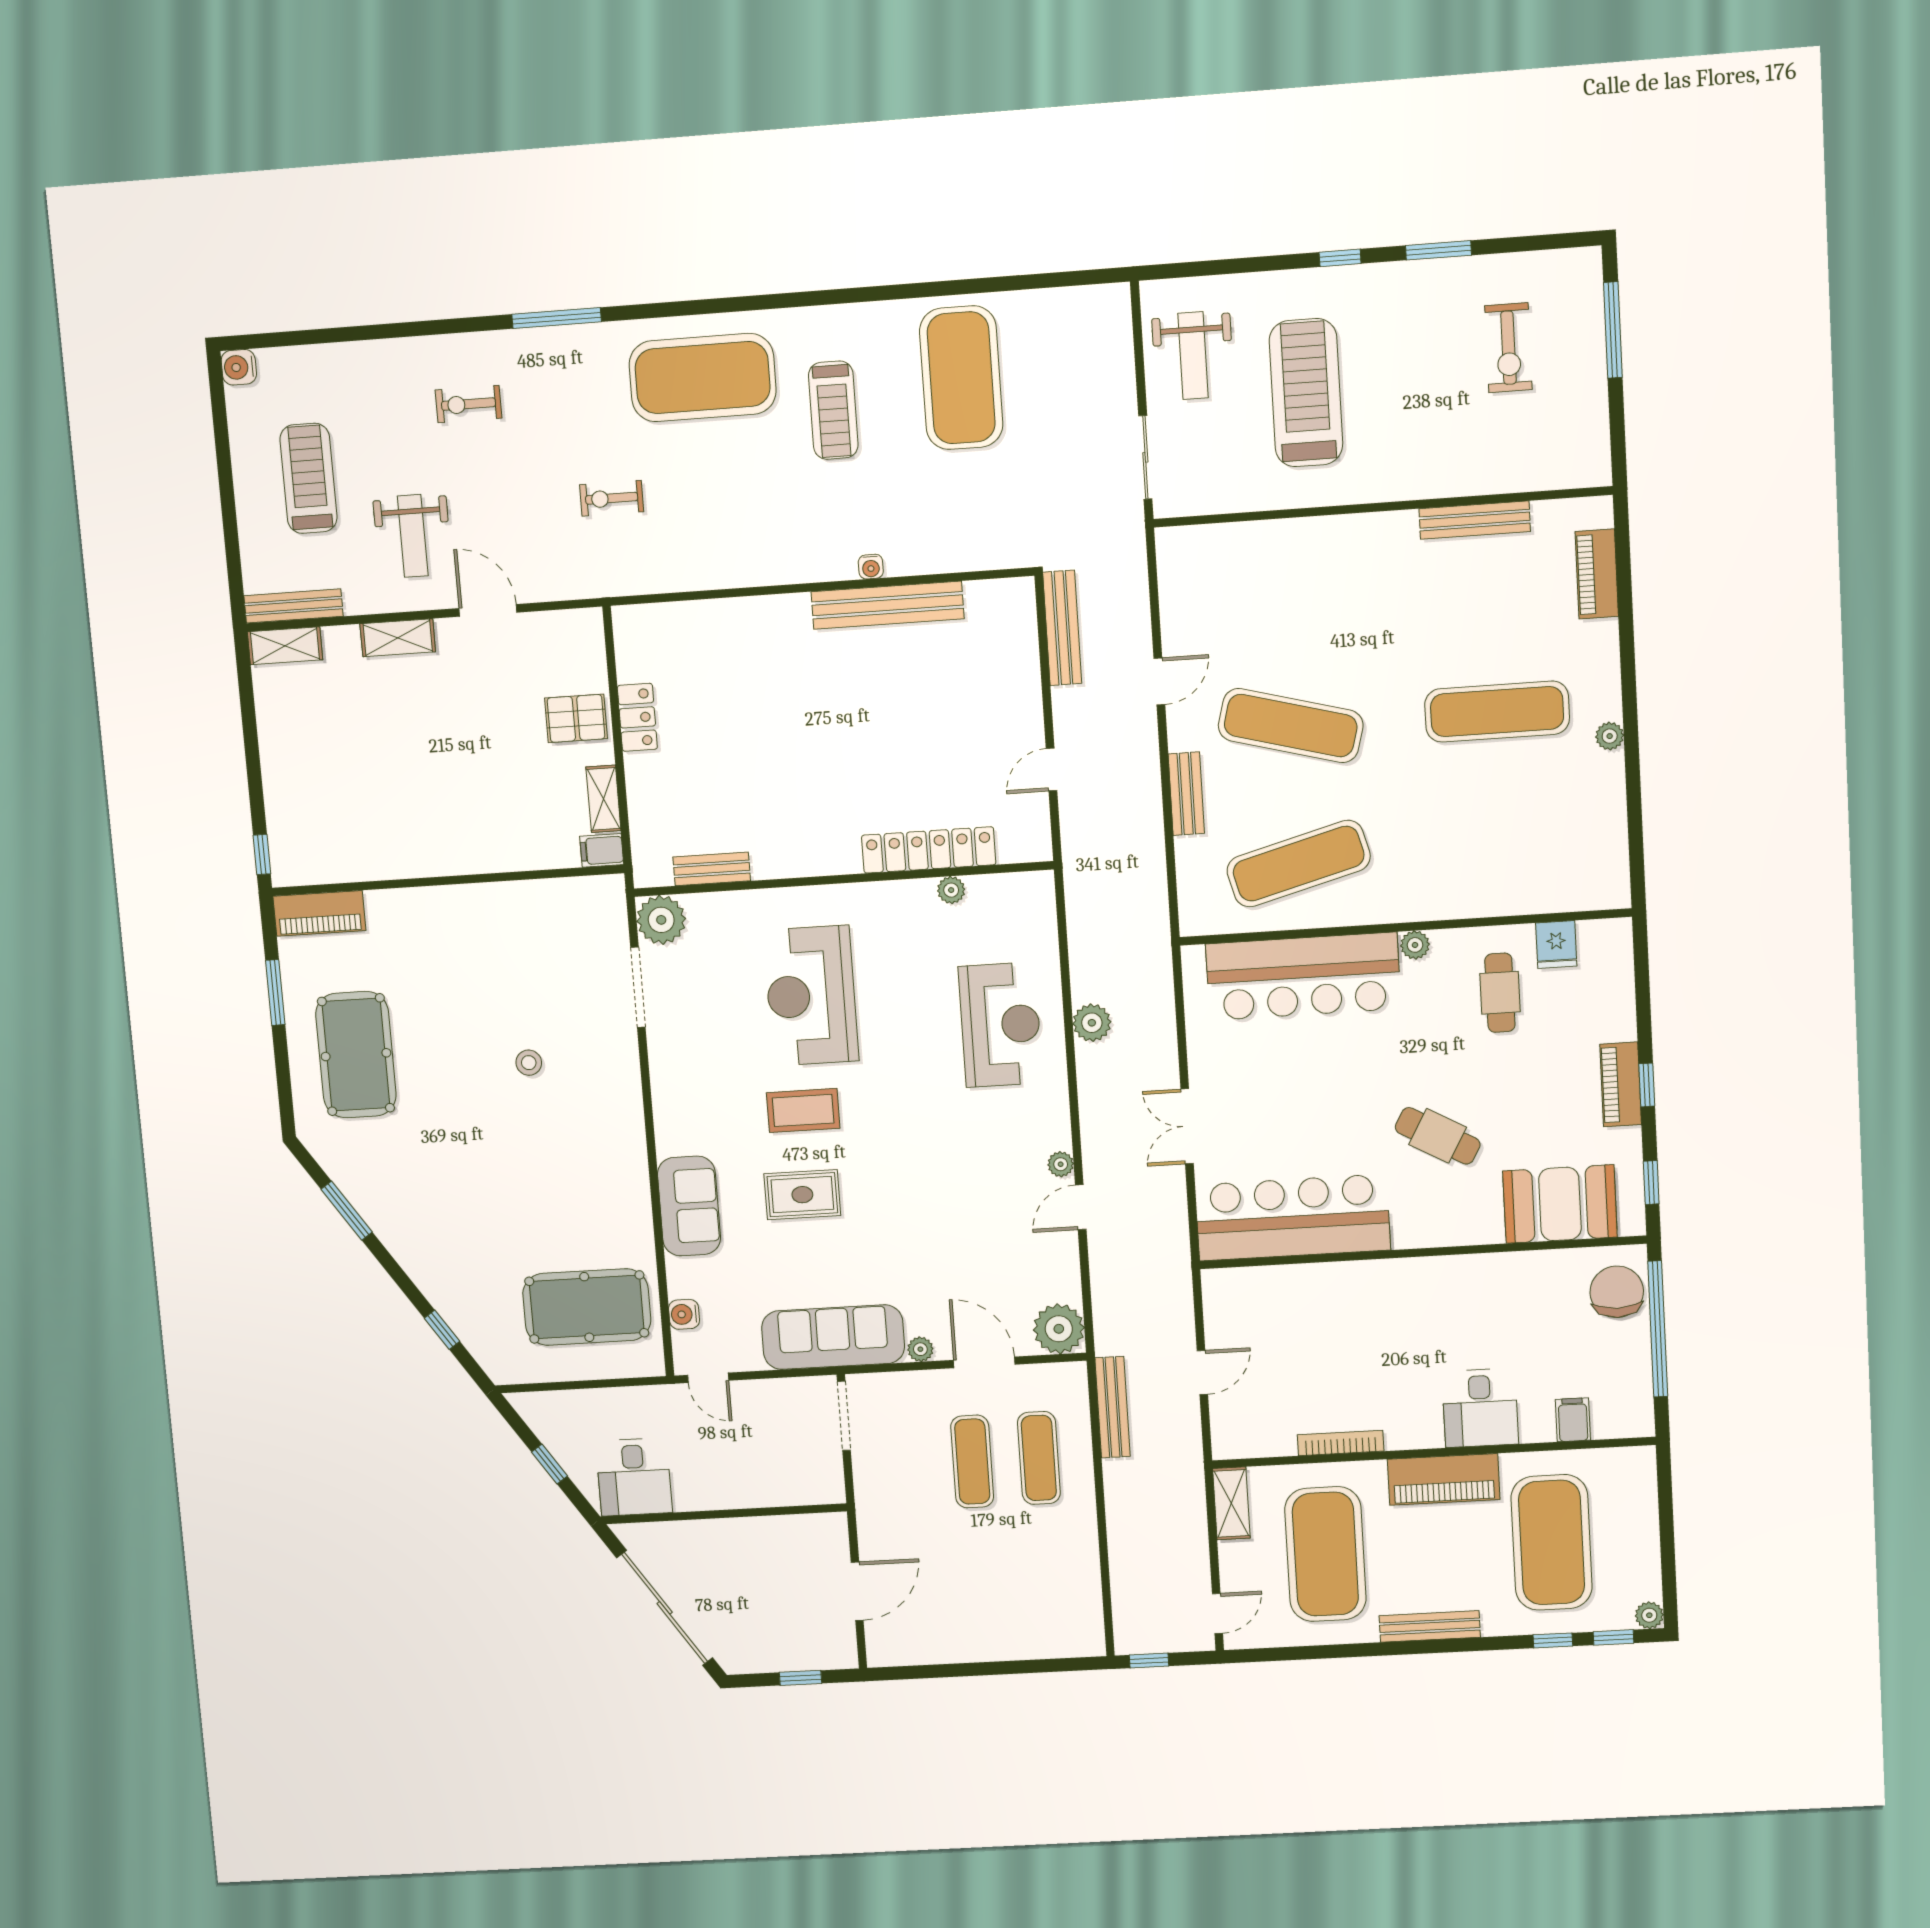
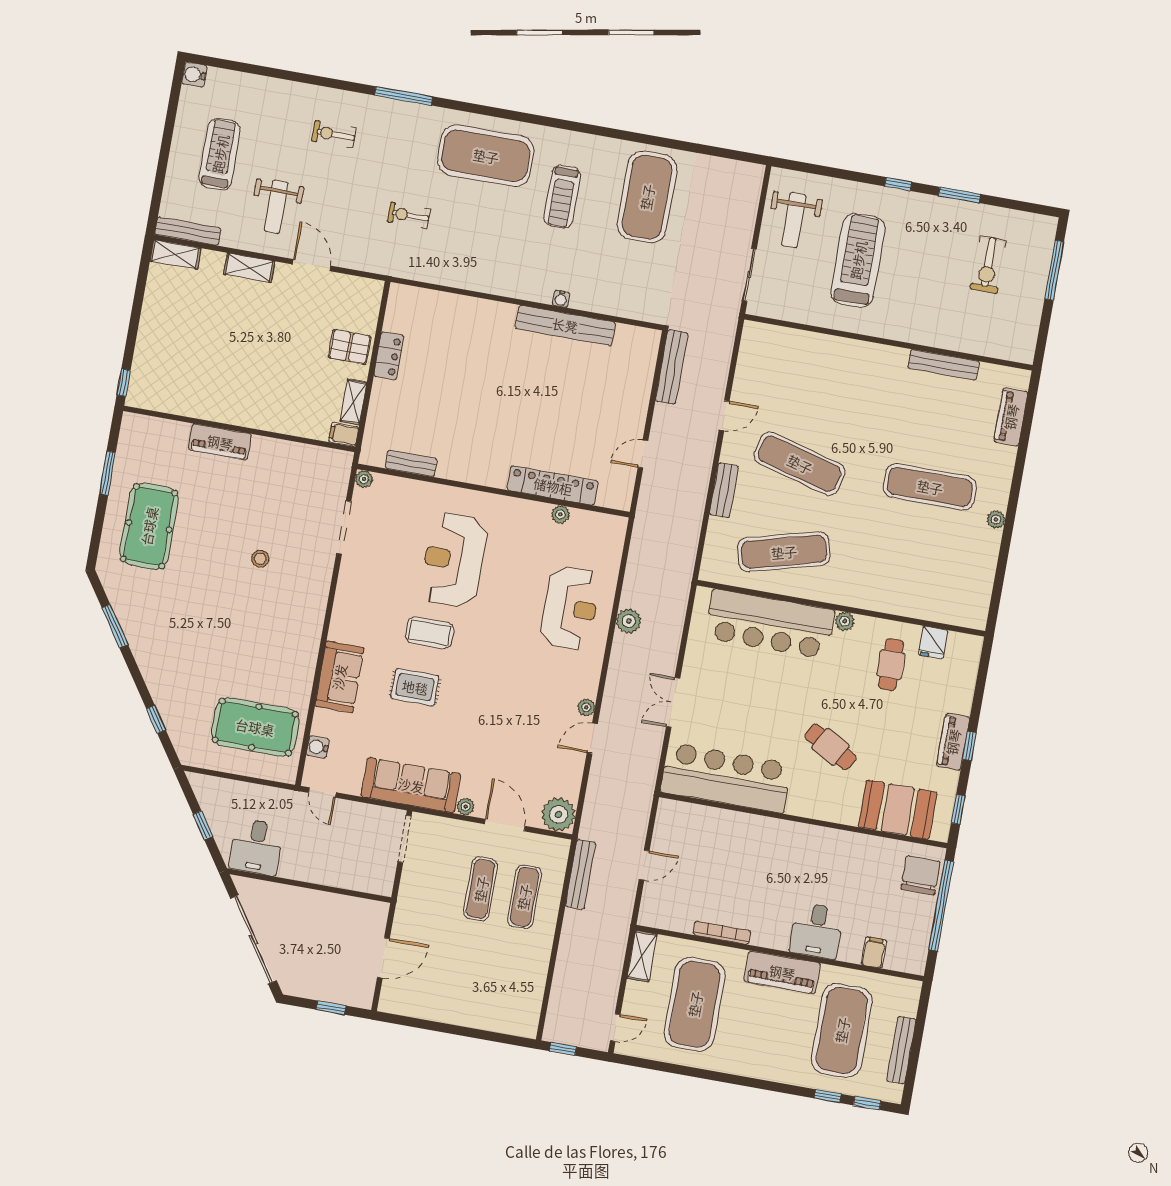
piano: (319, 913) -> (220, 442), moved
plant: (661, 920) -> (364, 479), width x0.53, depth x0.53
plant: (1649, 1615) -> (893, 1094), removed
bench: (1430, 1626) -> (901, 1050), moved, turned 90

